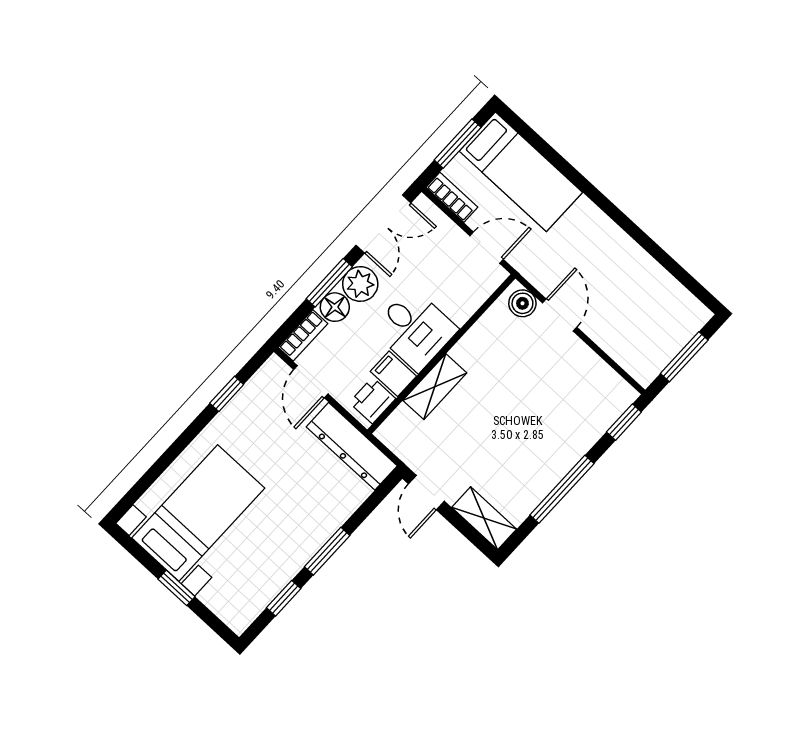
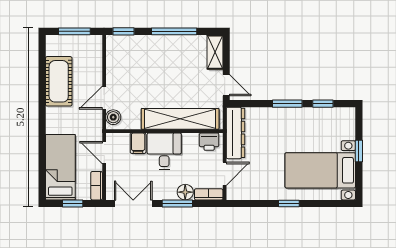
window: (458, 144) -> (73, 203), width x0.67
cot: (637, 275) -> (59, 81), added
plant: (360, 284) -> (166, 190), removed
filing cabinet: (393, 374) -> (138, 143), moved
shelving: (435, 387) -> (180, 119), width x2.20, depth x1.33
window: (227, 394) -> (289, 203), moved
door: (426, 493) -> (226, 85), hinge flipped

